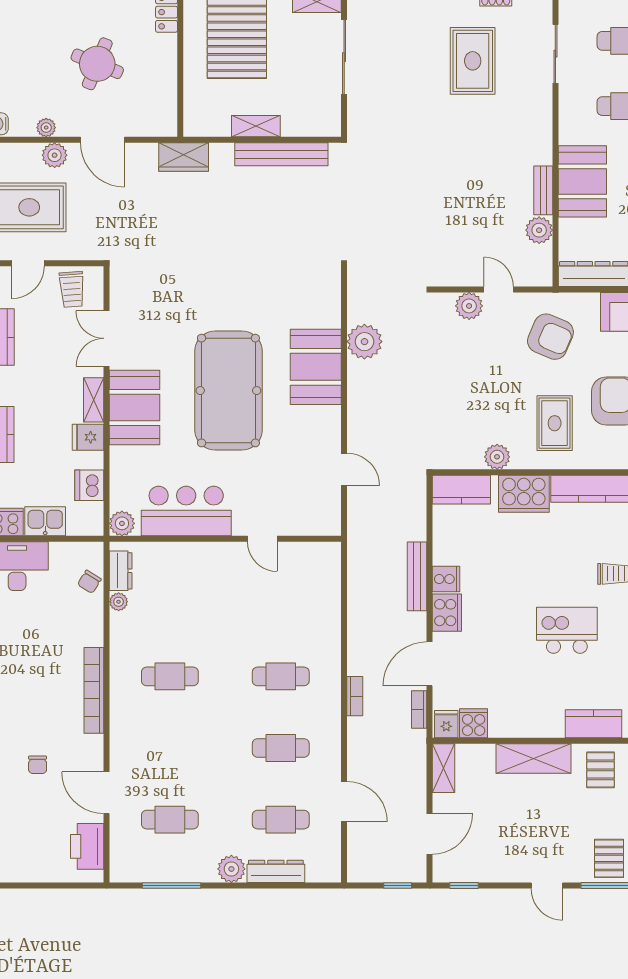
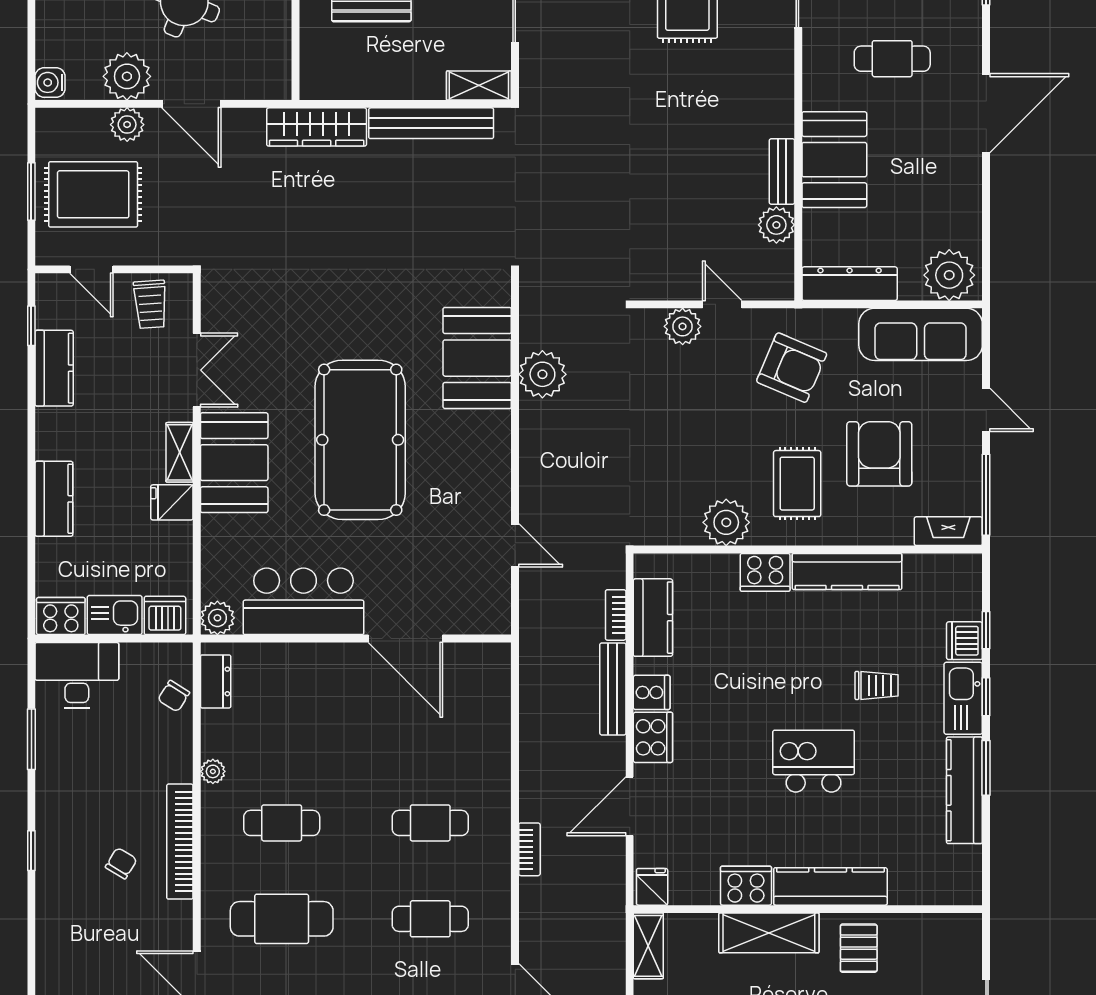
shelving: (256, 126) -> (479, 86), moved
plant: (46, 128) -> (127, 76), width x1.87, depth x1.87
wardrobe: (184, 157) -> (317, 127), width x1.50
door: (28, 263) -> (91, 269), hinge flipped
double door: (107, 338) -> (197, 370), swing flipped
booth: (316, 367) -> (477, 358), moved
plant: (497, 457) -> (726, 522), width x1.36, depth x1.36
dishwasher: (89, 485) -> (165, 615), moved, turned 90
kitchen counter: (461, 490) -> (653, 618), moved, turned -90
cooker: (524, 494) -> (765, 572), width x0.73, depth x0.76
door: (262, 539) -> (405, 639), width x1.87
plant: (119, 602) -> (213, 771), moved
bookcase: (419, 710) -> (616, 615), moved
cooker: (474, 723) -> (746, 886), moved, width x1.36
kitchen counter: (594, 724) -> (830, 886), width x1.50
cafe table: (170, 748) -> (282, 919), added
chair: (38, 765) -> (121, 863), moved, turned -149

